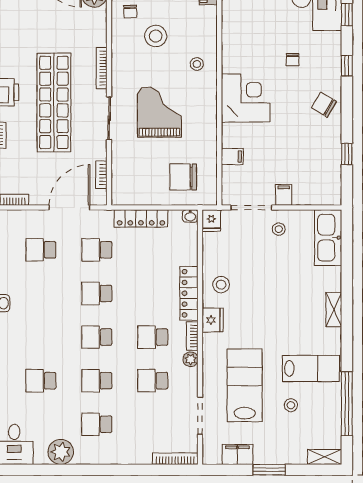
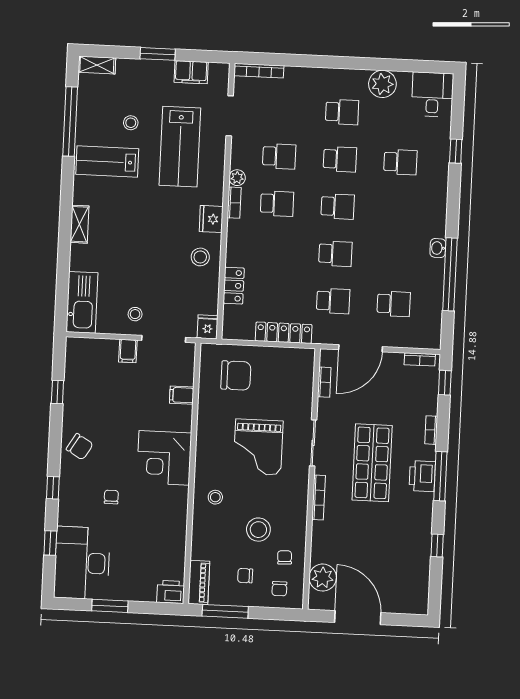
shop shelf: (54, 102) -> (372, 463), width x0.71
washbasin: (190, 216) -> (230, 333), removed
locker: (189, 293) -> (234, 286), moved, width x0.66

